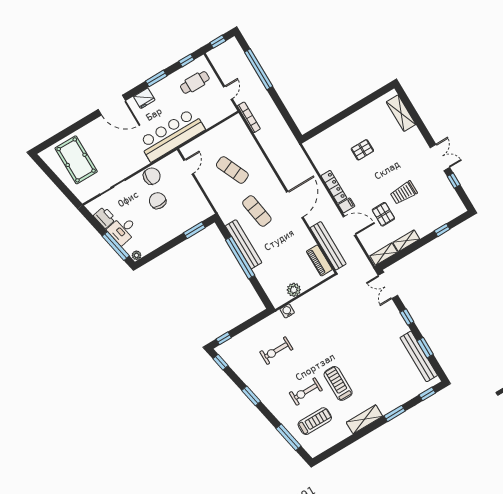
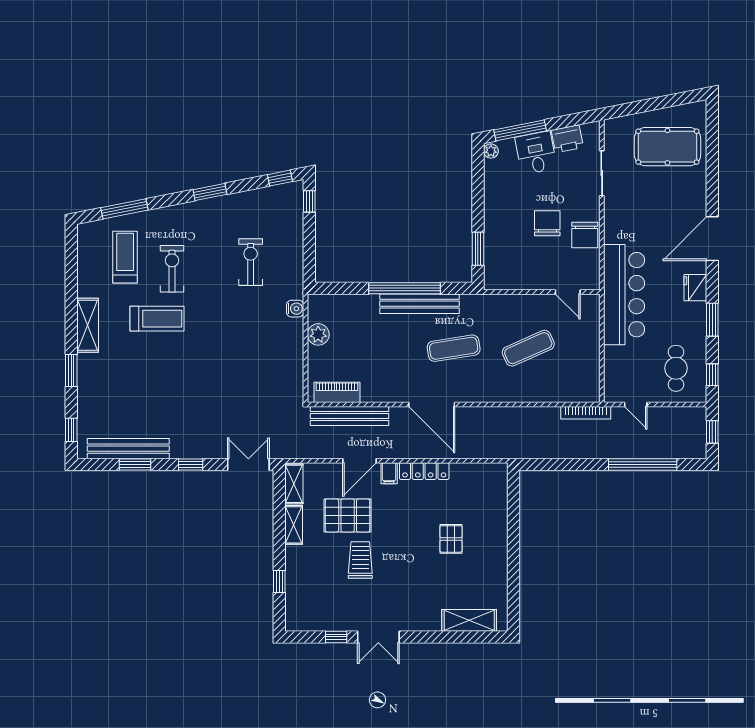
chair: (158, 201) -> (547, 223), turned -90
pallet: (383, 214) -> (348, 515), width x1.50, depth x1.42
treadmill: (315, 421) -> (125, 257), turned 180

